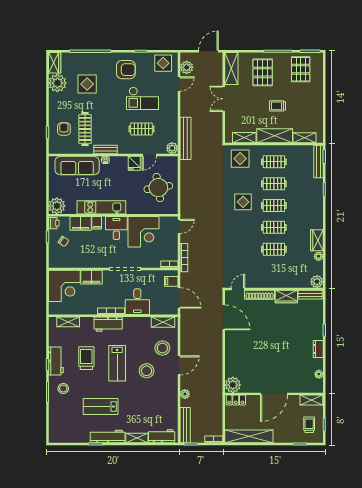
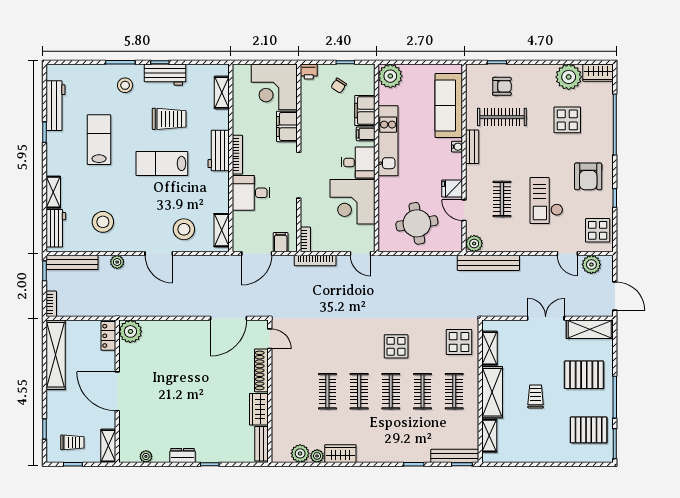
printer: (54, 223) -> (309, 72), moved
plant: (317, 282) -> (300, 453), moved
stool: (147, 371) -> (103, 222), moved
workbench: (108, 436) -> (55, 106), moved

